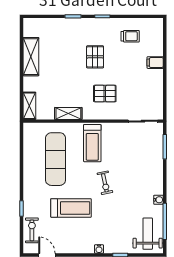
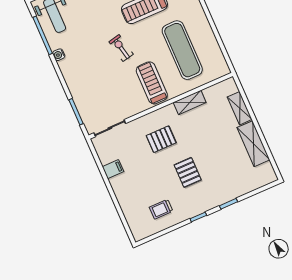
filing cabinet: (155, 63) -> (113, 169), moved
shelving: (29, 106) -> (240, 108), moved

